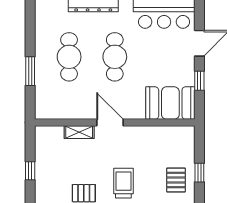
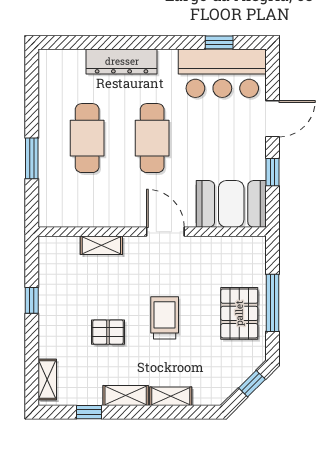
door: (110, 123) -> (165, 232), moved
window: (199, 173) -> (273, 303), width x2.17
pallet: (176, 180) -> (239, 313), width x1.50, depth x1.42

